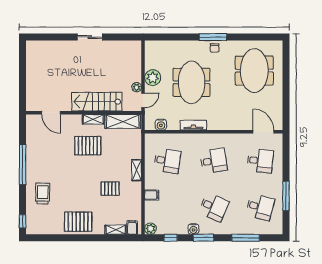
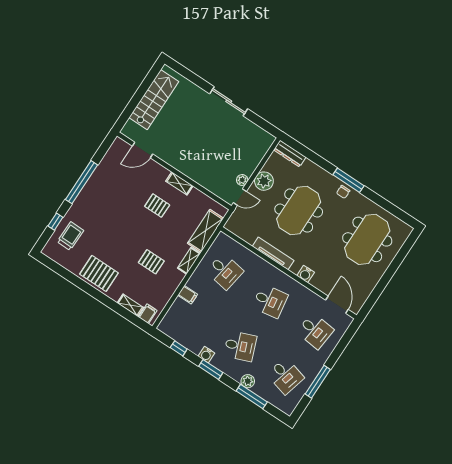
sliding door: (90, 37) -> (229, 101), width x1.37
dresser: (158, 46) -> (290, 153), added
stairs: (97, 102) -> (154, 100), moved, turned 90
door: (51, 113) -> (143, 150), hinge flipped
shelving: (123, 121) -> (205, 231), moved, turned 90
water cooler: (161, 125) -> (306, 274), moved
tv unit: (193, 125) -> (273, 253), width x1.41
pallet: (88, 146) -> (157, 206), width x0.67, depth x0.71
trolley: (43, 194) -> (70, 236), moved
desk: (214, 207) -> (240, 346), turned -45
window: (23, 221) -> (55, 222), moved
plant: (150, 229) -> (248, 381), moved

